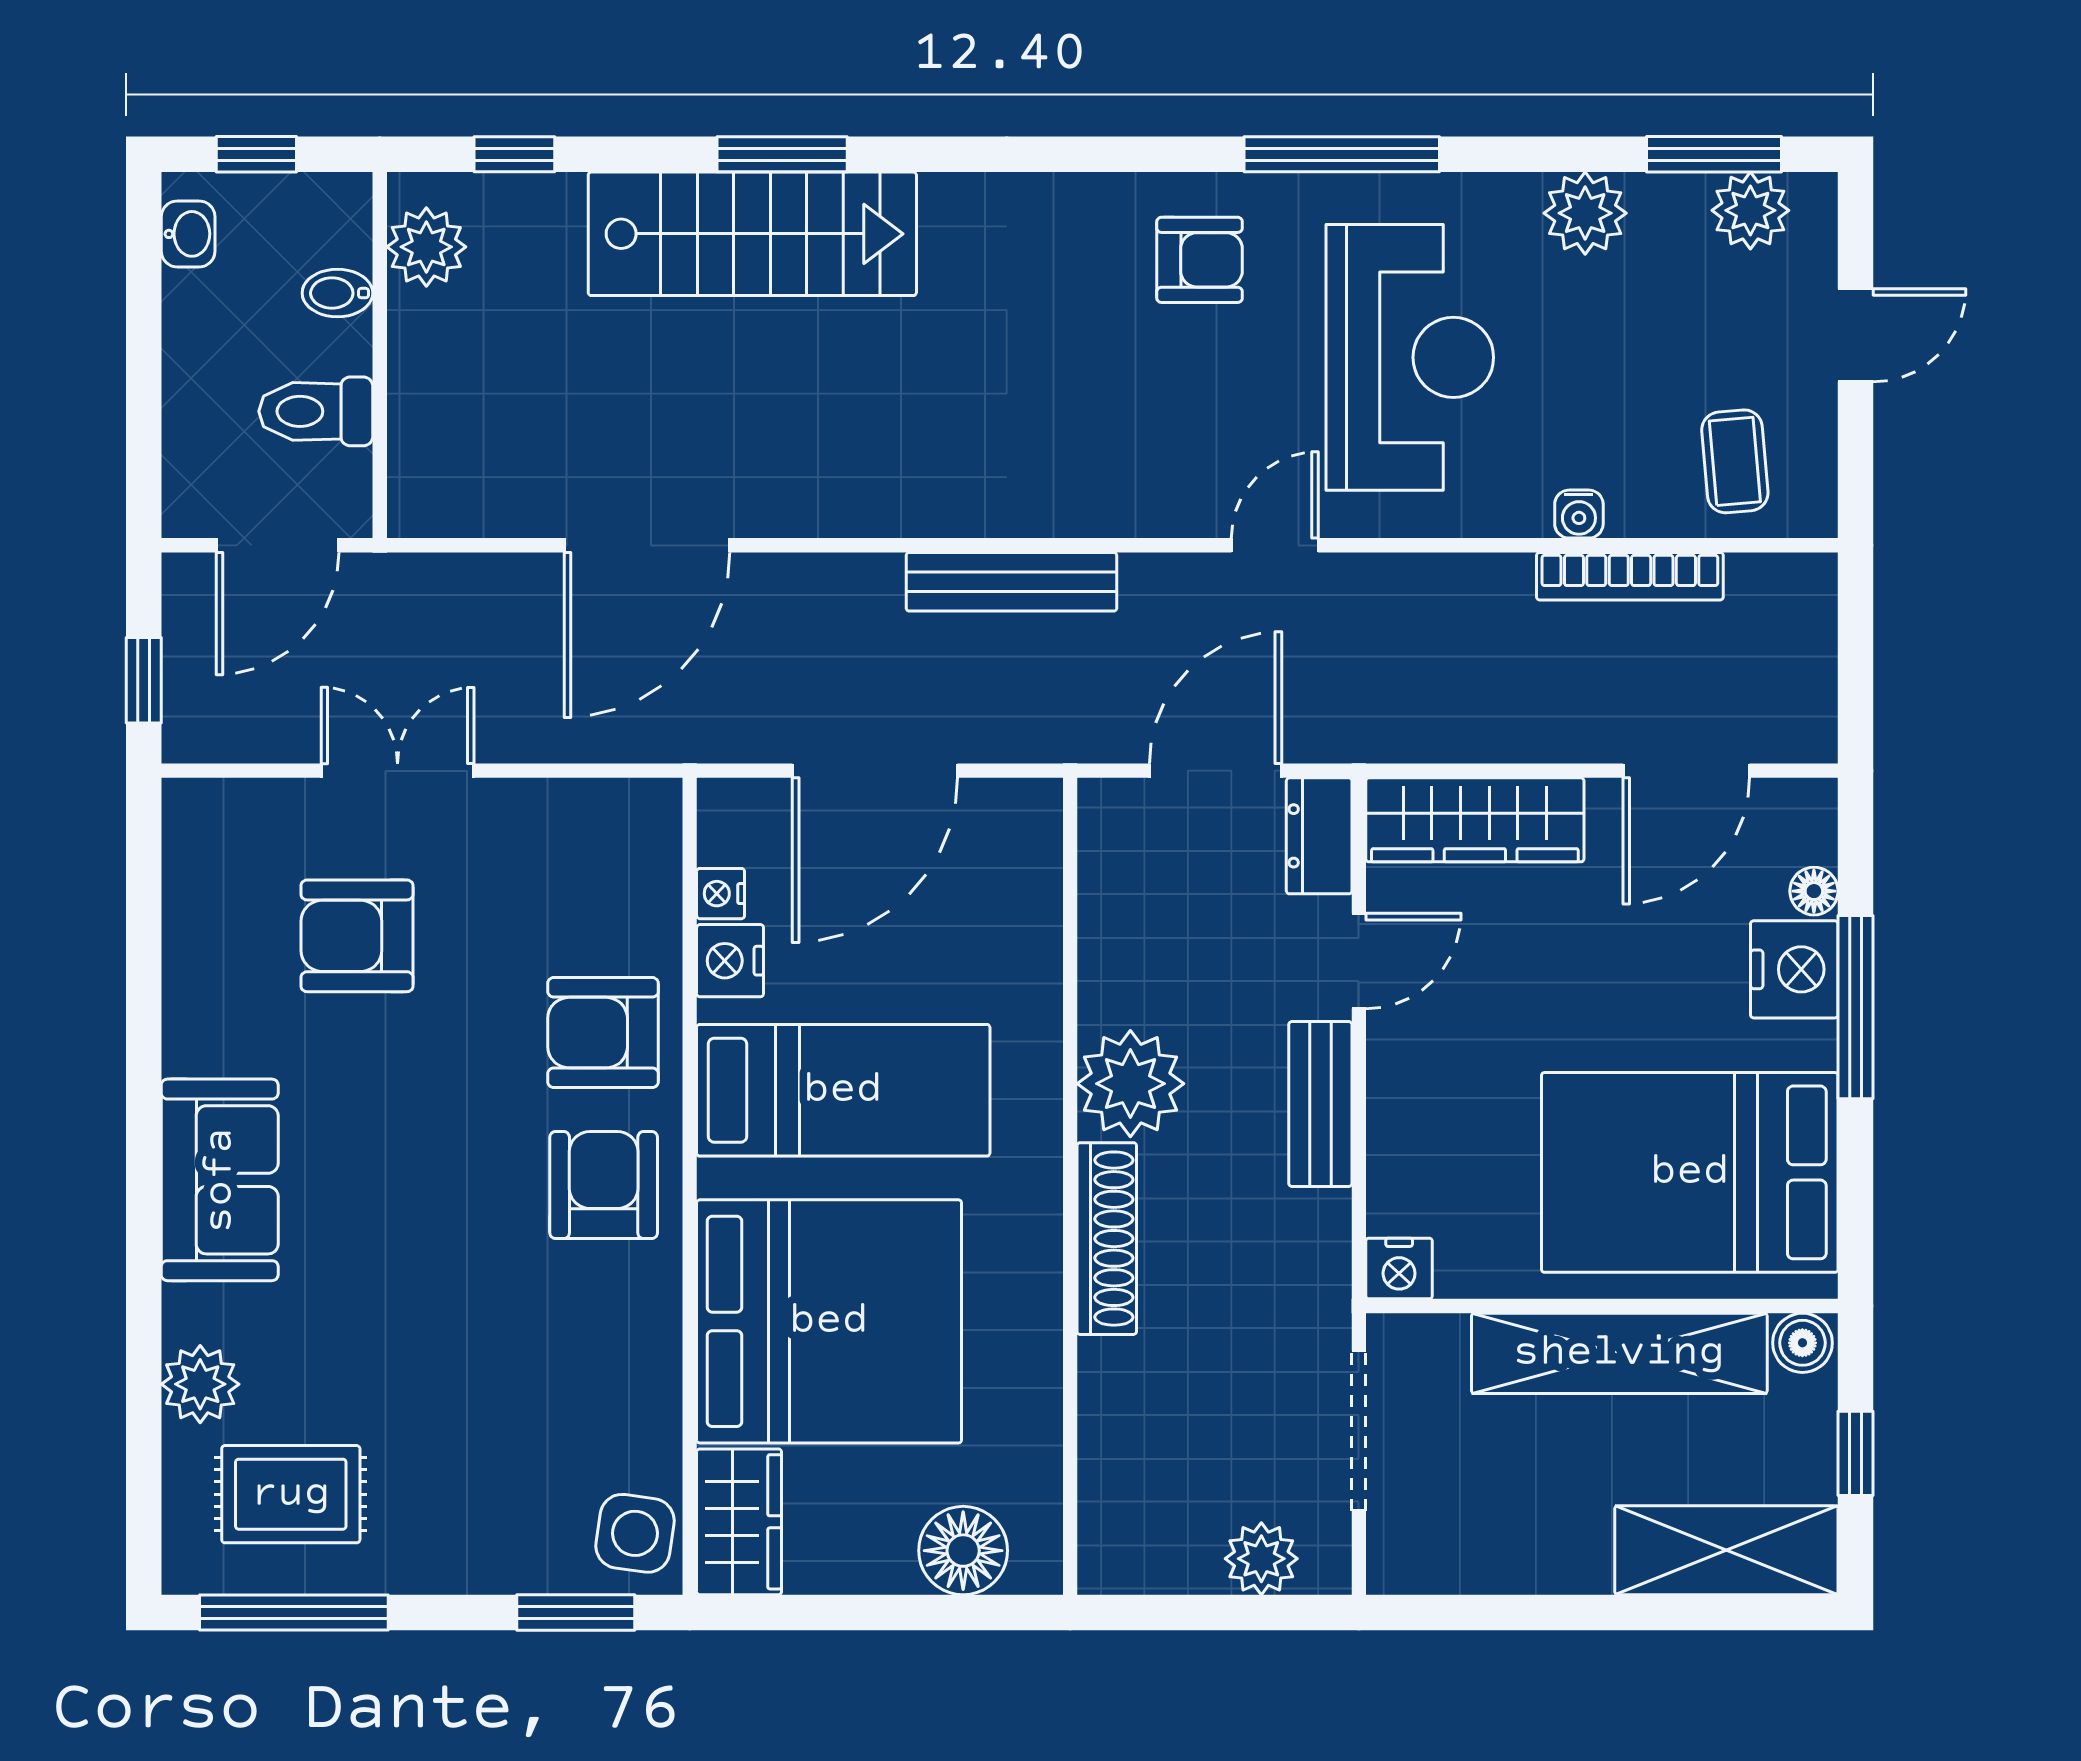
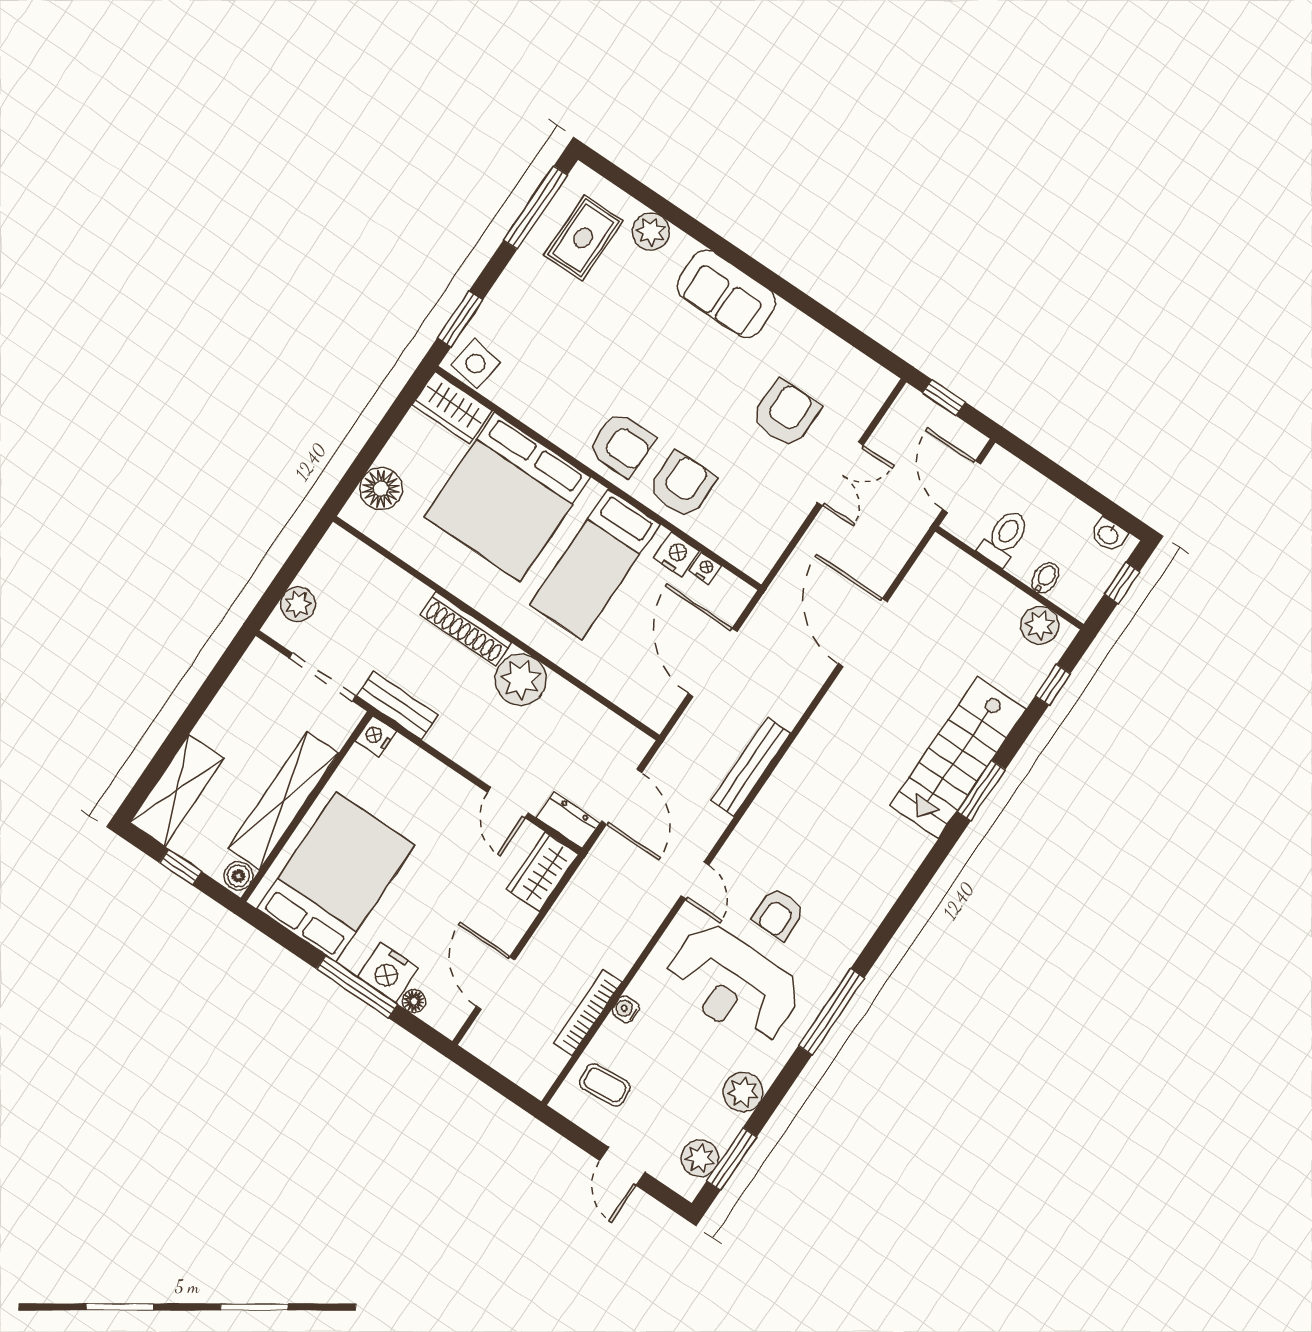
armchair: (1200, 260) -> (779, 914), moved
wardrobe: (1475, 820) -> (542, 872), width x0.67
bench: (1320, 1104) -> (397, 706), moved

